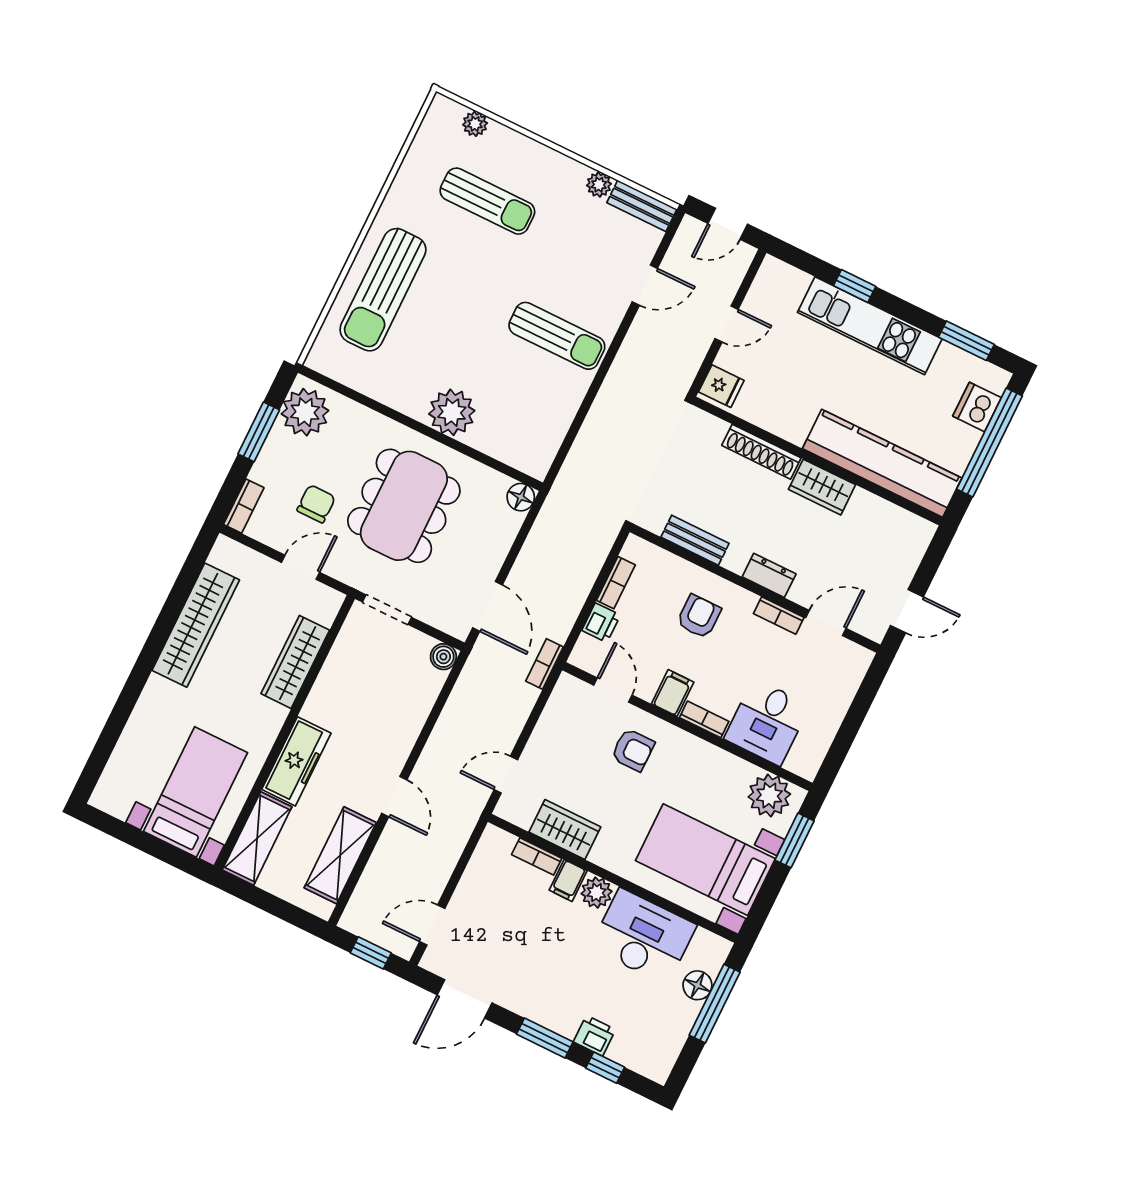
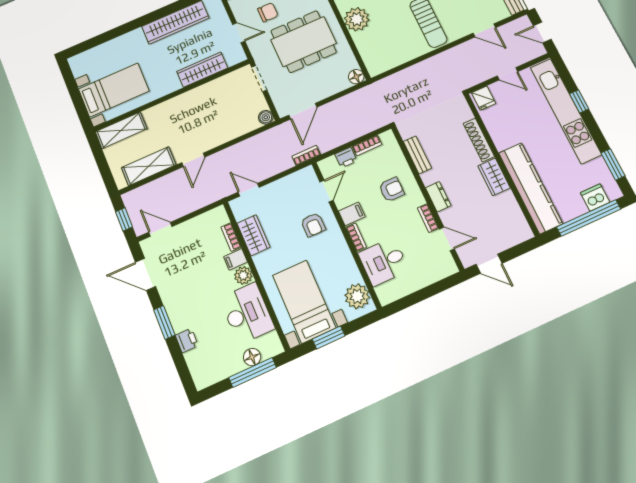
kitchen unit: (870, 326) -> (566, 111), width x1.36
freezer: (296, 761) -> (166, 111), removed
window: (794, 840) -> (329, 338), moved
window: (605, 1068) -> (179, 360), removed

